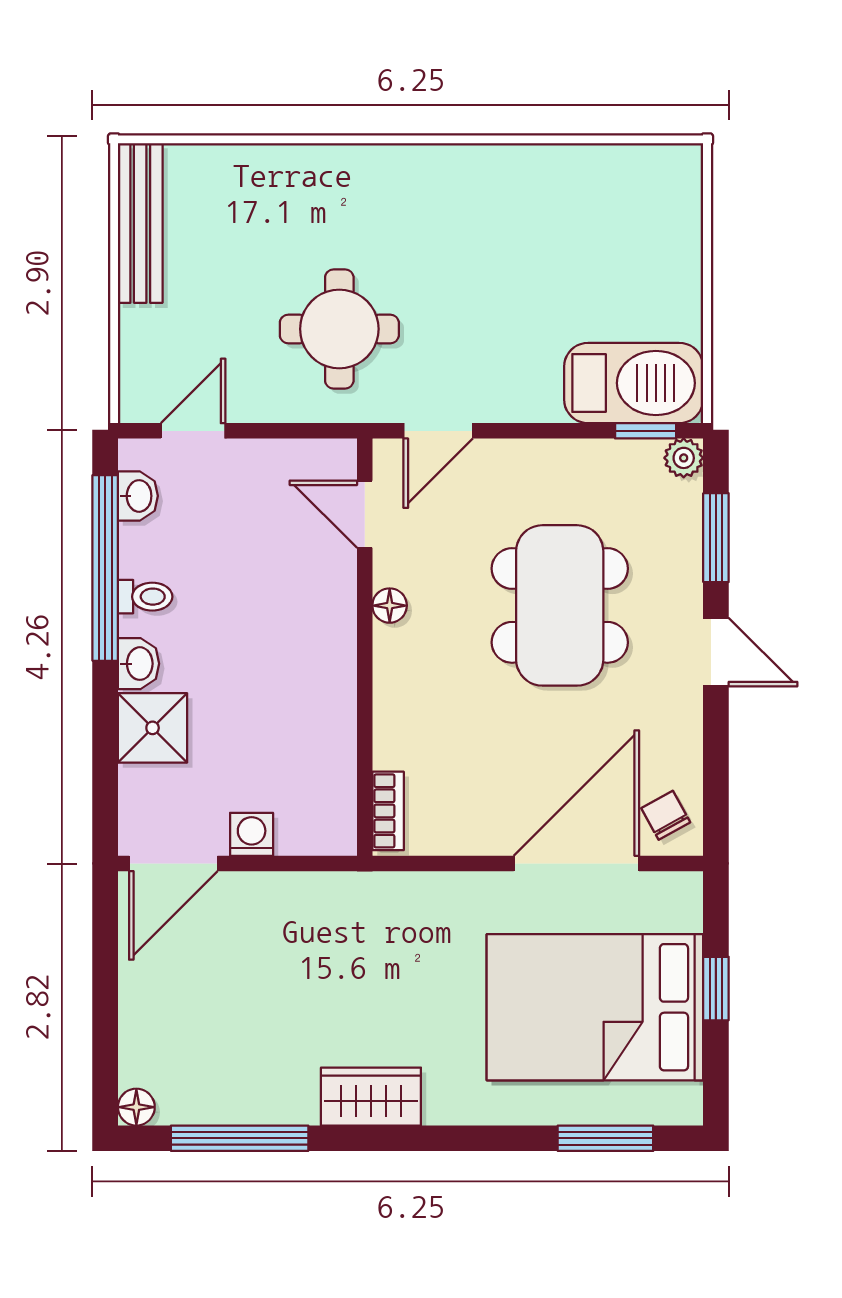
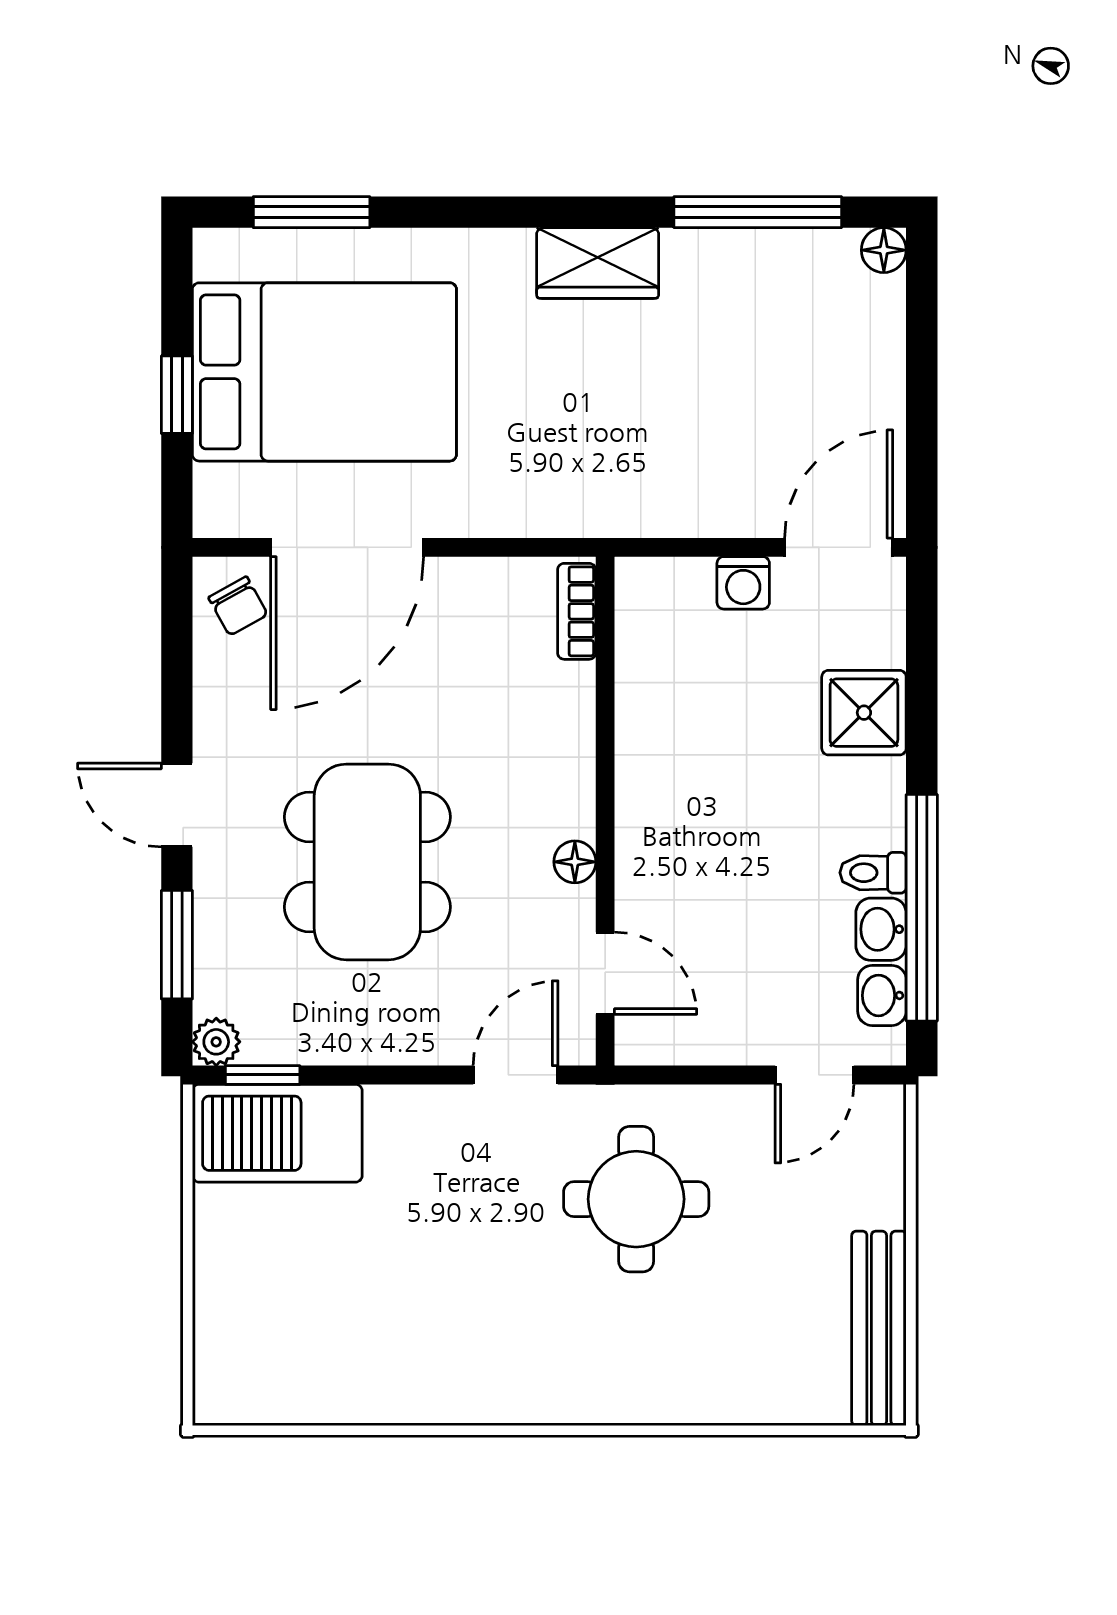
washbasin: (139, 664) -> (881, 929), moved

